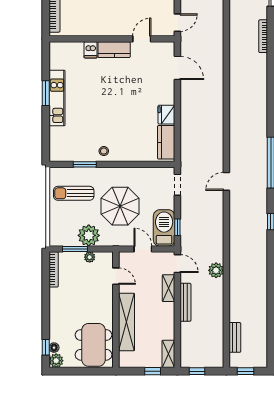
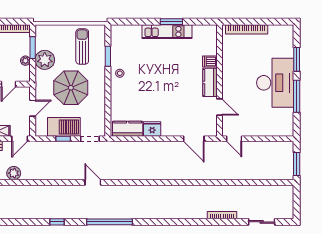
door: (177, 68) -> (194, 139), hinge flipped
window: (177, 227) -> (63, 139), moved
barbecue: (164, 228) -> (64, 127), moved

